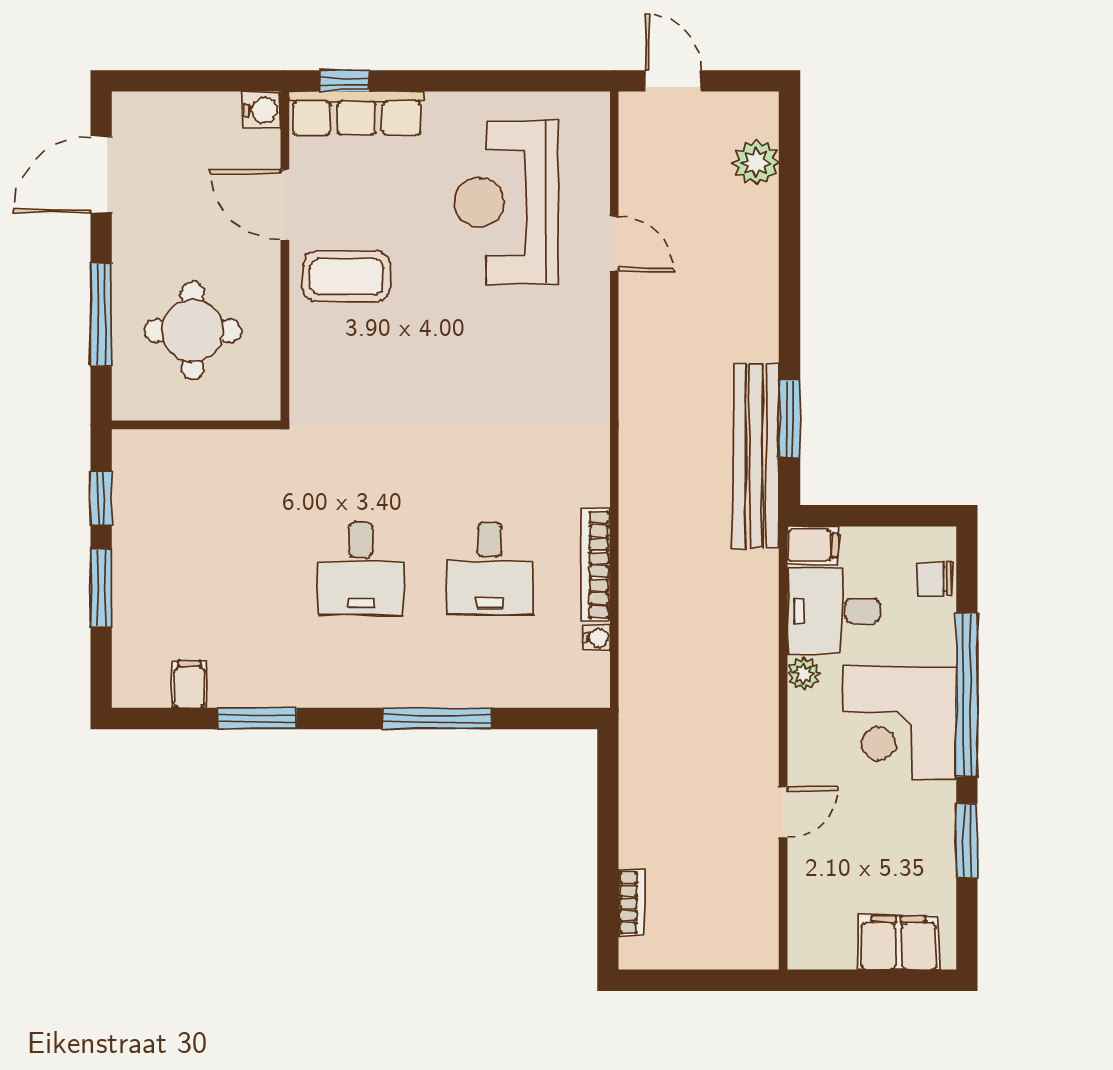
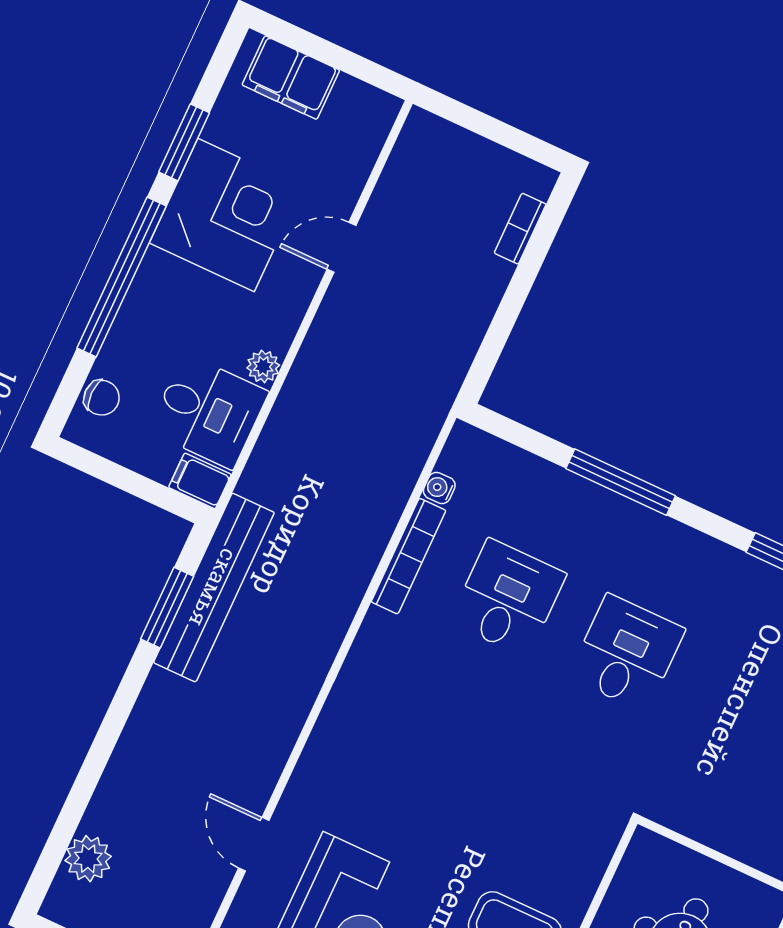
corner desk: (899, 723) -> (226, 215), moved

